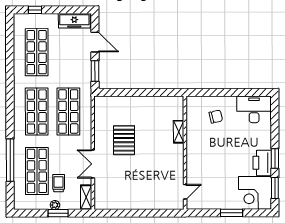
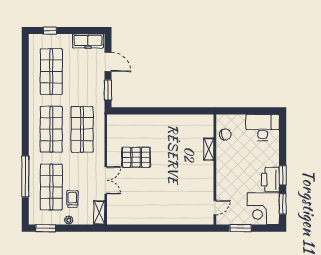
shelving: (179, 132) -> (209, 149), moved
pallet: (124, 140) -> (136, 157), turned 90
wall: (185, 153) -> (215, 170), moved
double door: (93, 164) -> (106, 180), swing flipped
door: (185, 192) -> (215, 208), moved
window: (58, 213) -> (46, 228), moved

